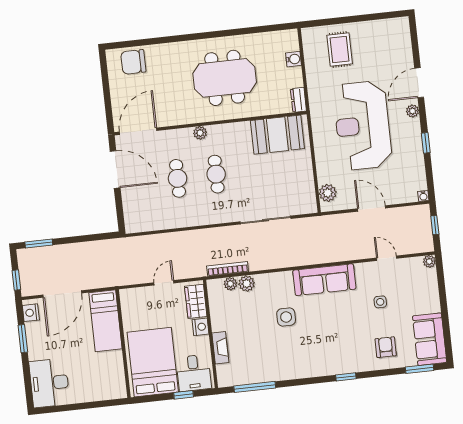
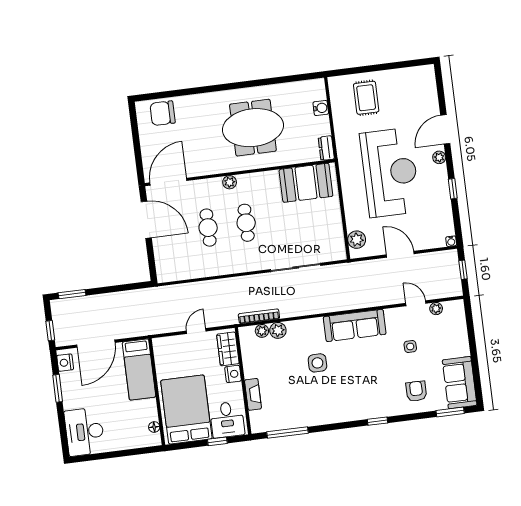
reception desk: (363, 126) -> (390, 172), turned 180
plant: (429, 261) -> (436, 309), moved
floor lamp: (120, 379) -> (154, 427), added

